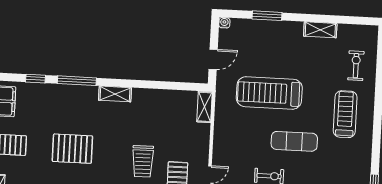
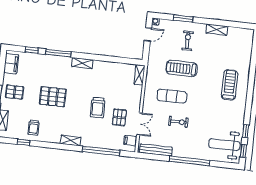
door: (213, 59) -> (148, 34), moved
exercise bike: (356, 66) -> (188, 41), moved
treadmill: (269, 93) -> (182, 68), width x0.73, depth x0.73
exercise mat: (294, 141) -> (172, 96), moved

